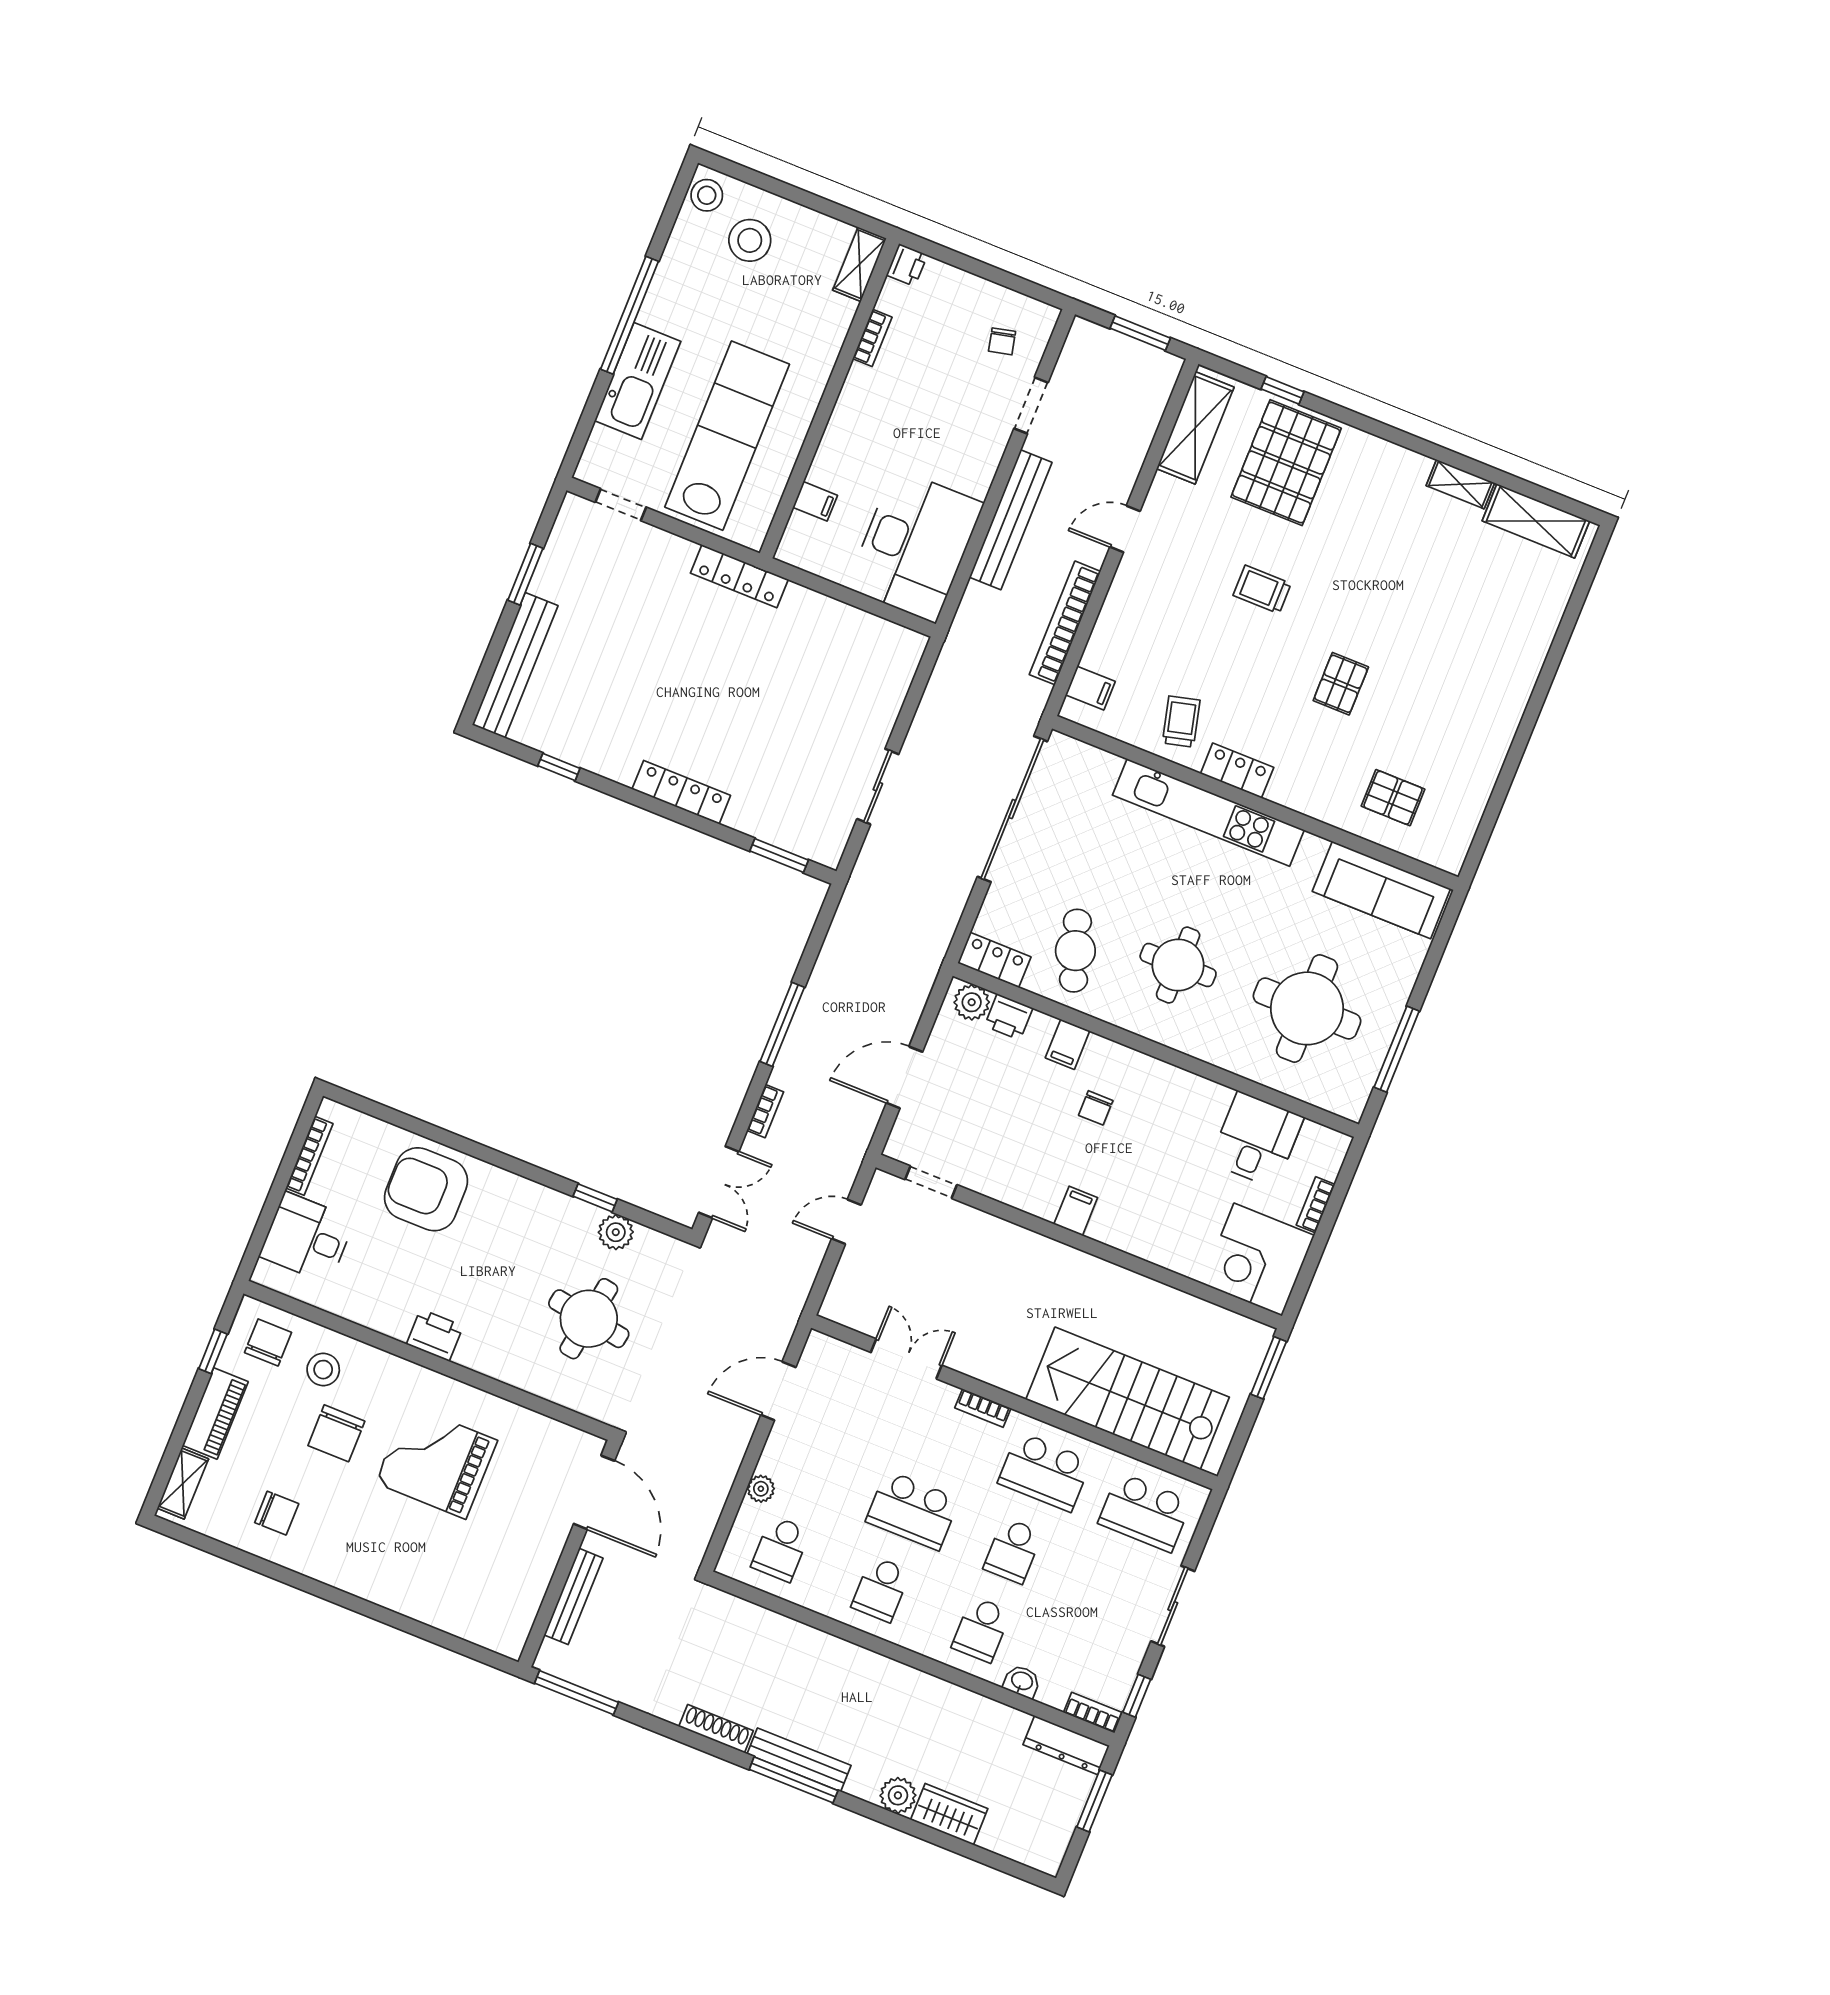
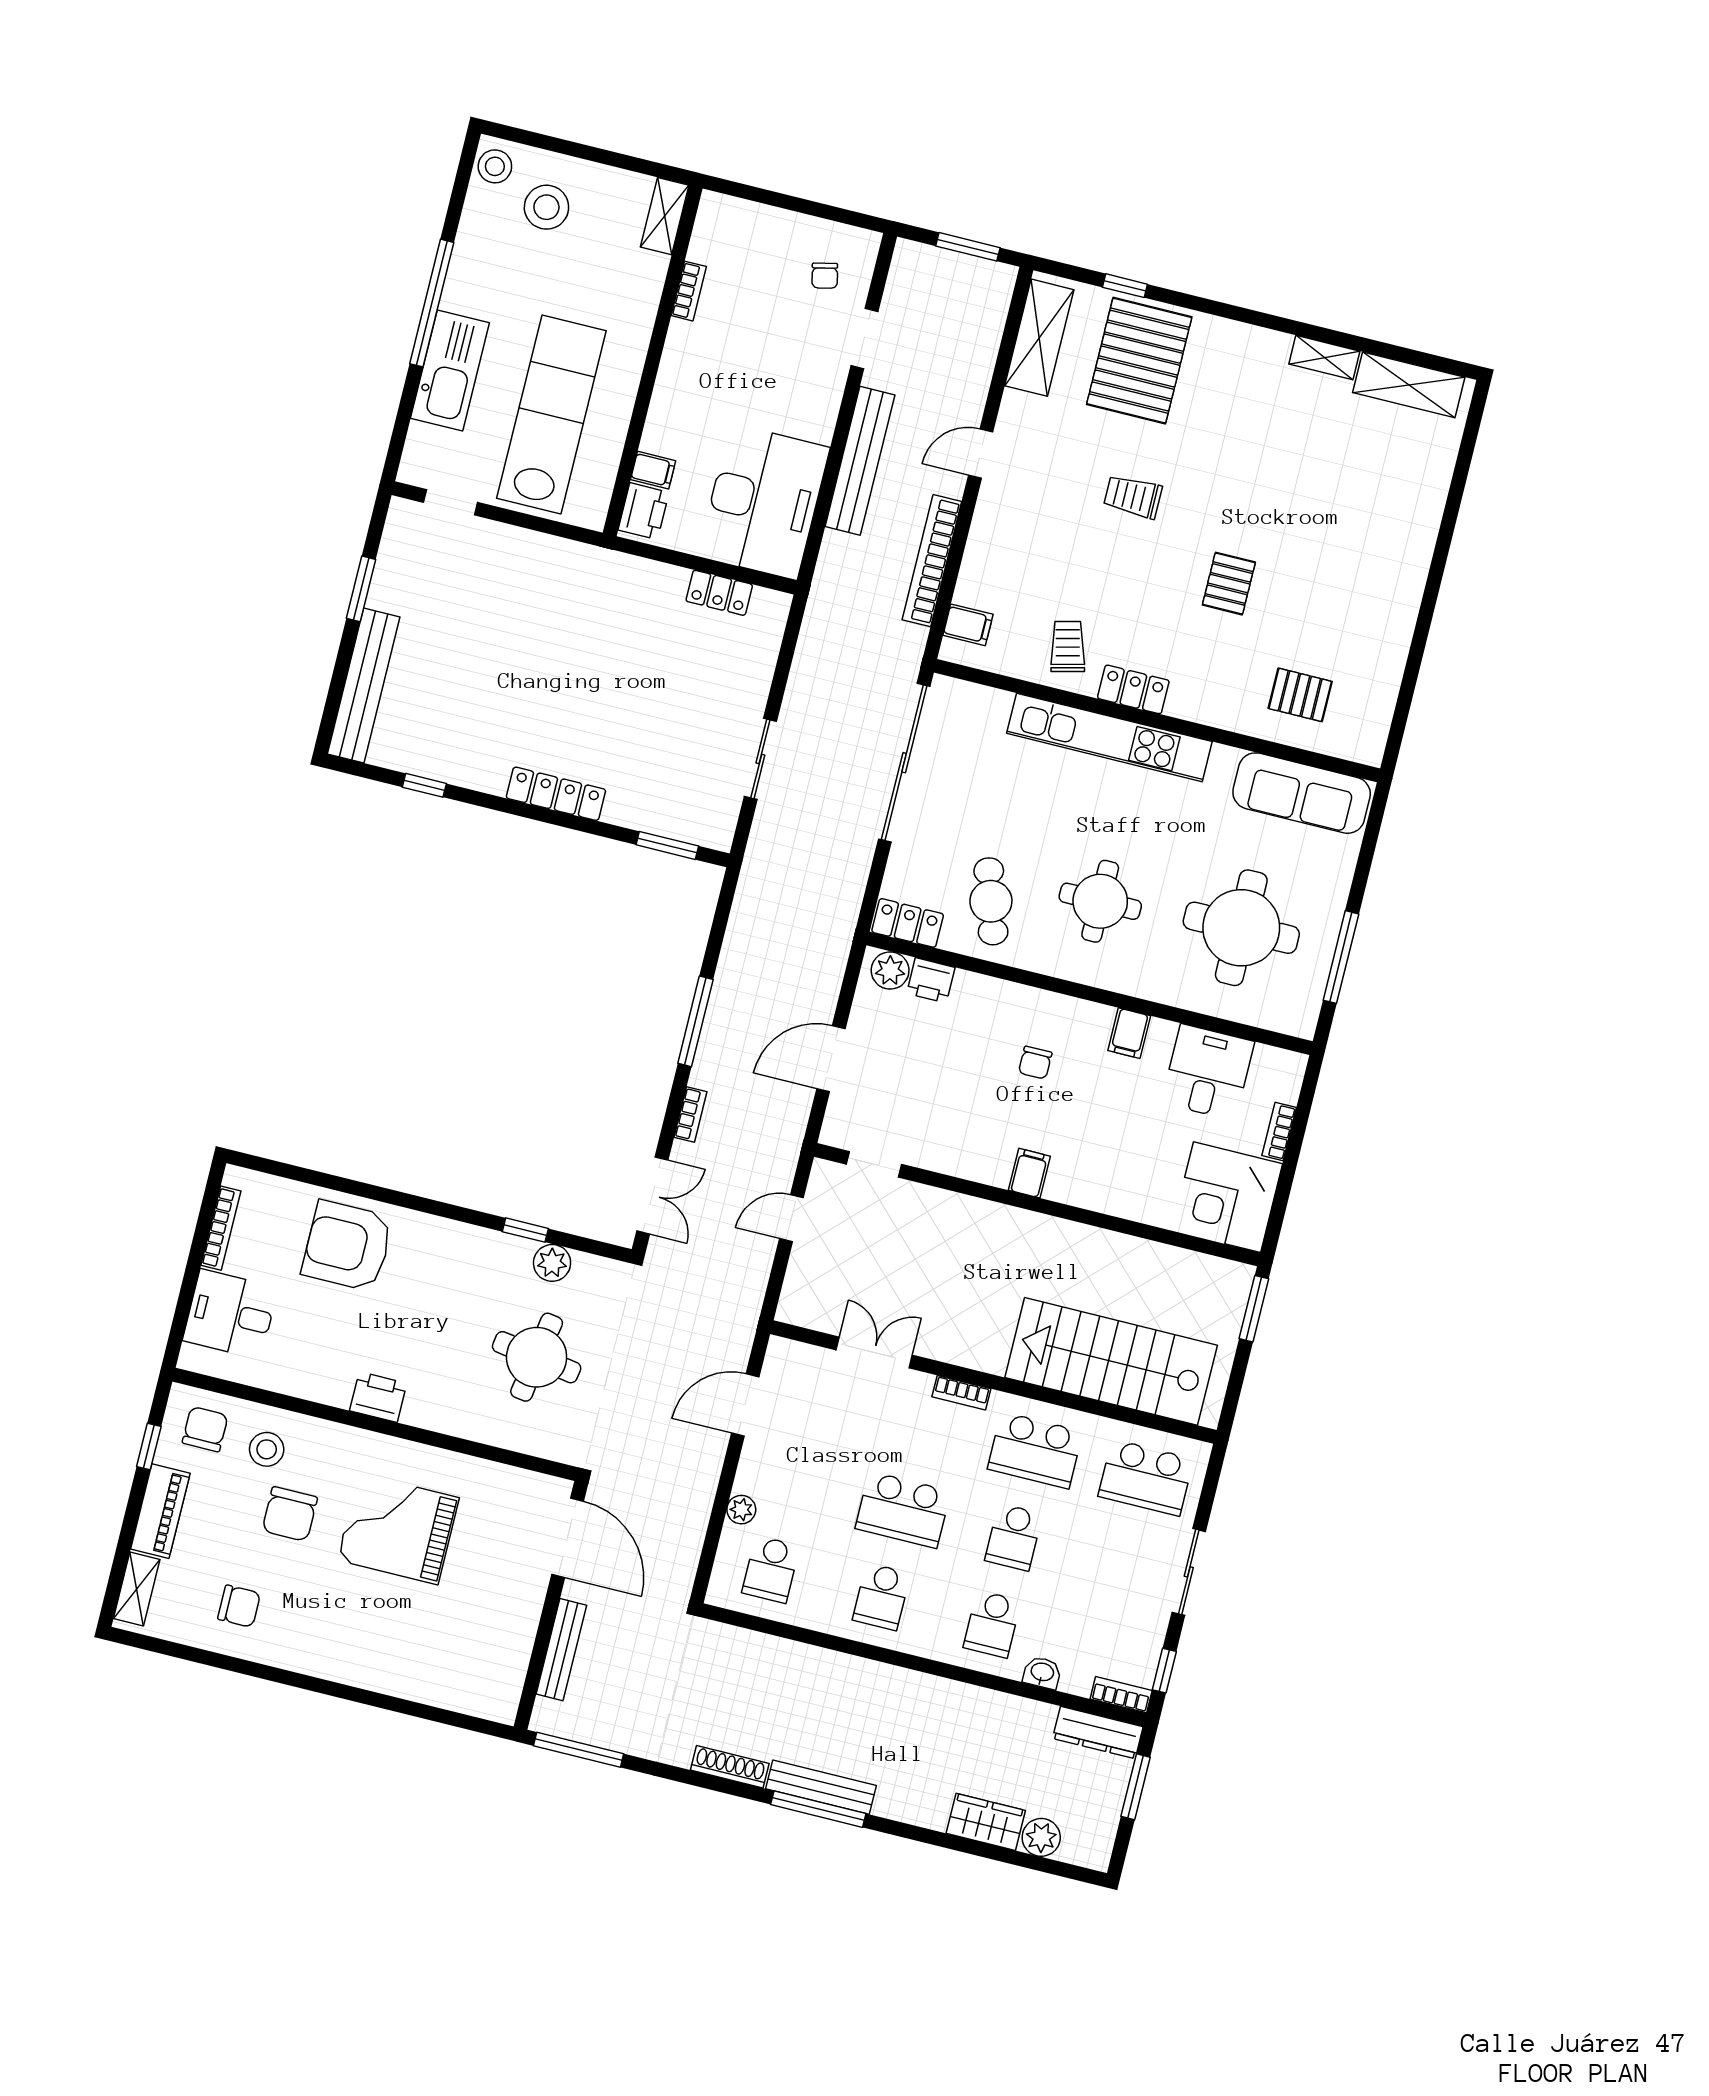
printer: (907, 265) -> (644, 511), moved, width x1.36, depth x1.24
locker: (739, 576) -> (719, 593), moved, width x0.66
filing cabinet: (1068, 1044) -> (1129, 1033), moved
plant: (898, 1795) -> (1041, 1837), moved

